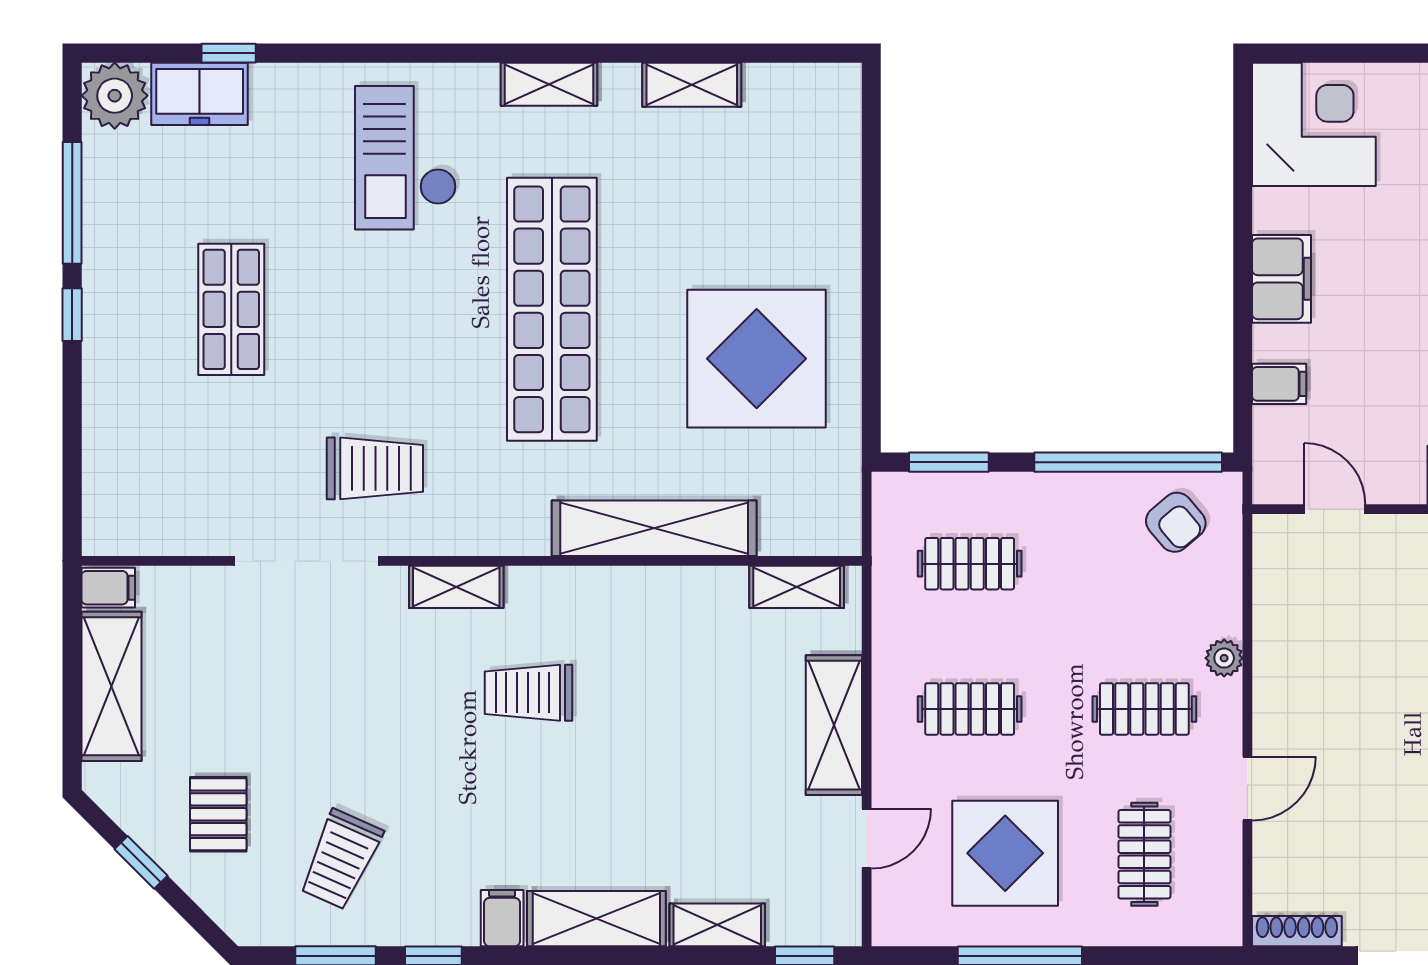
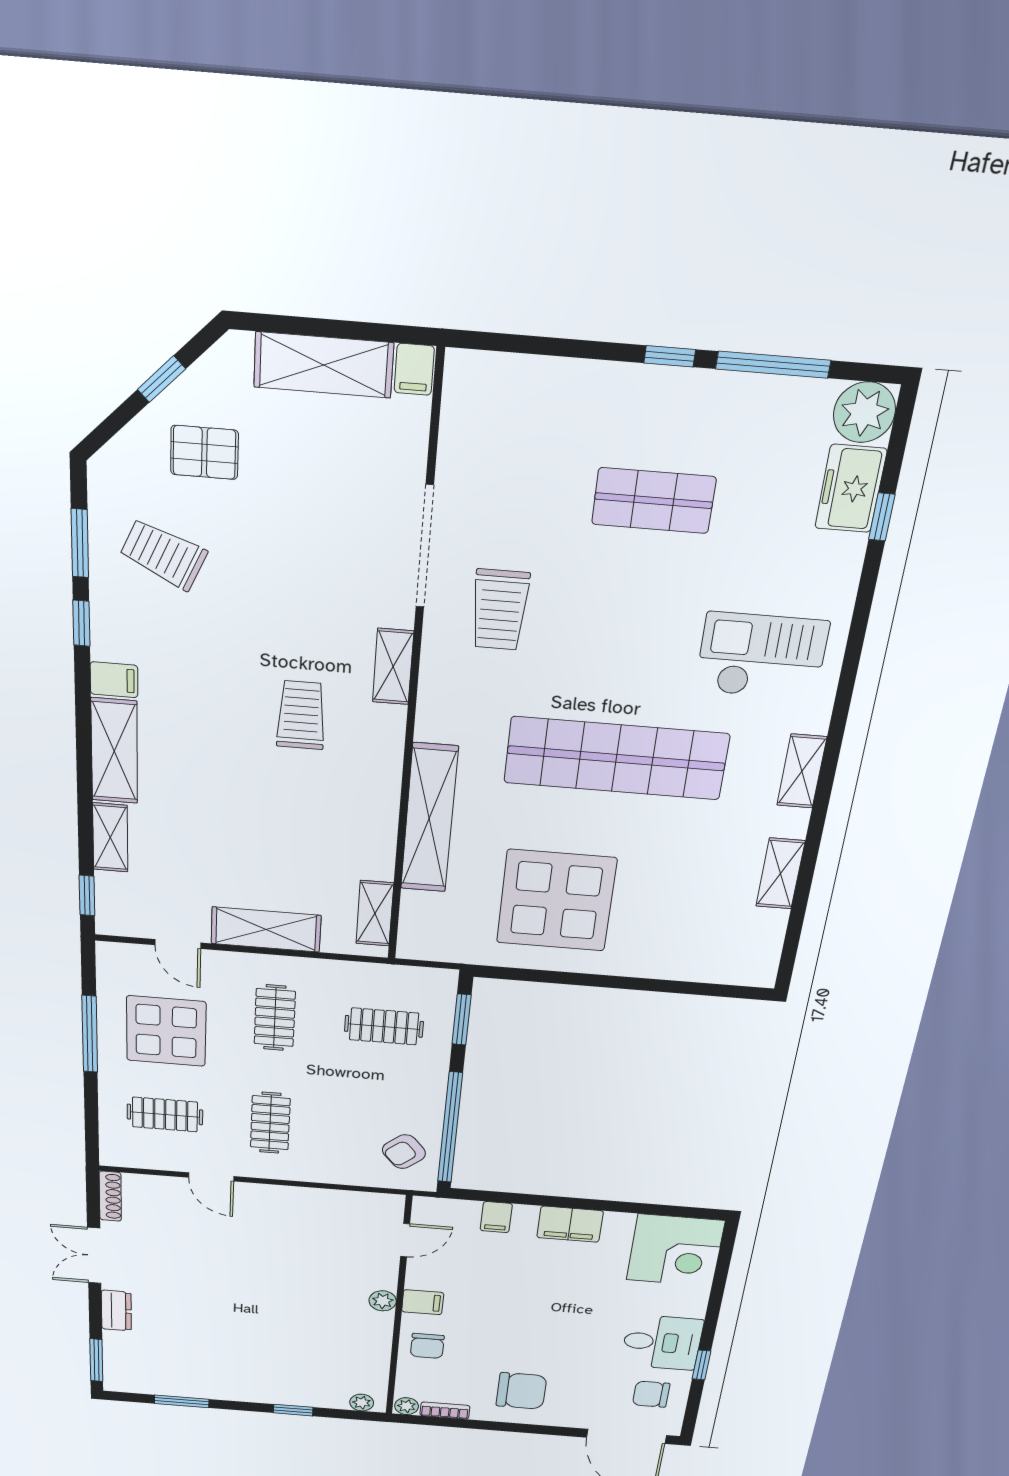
clothes rail: (970, 564) -> (384, 1026), turned 90
plant: (1224, 658) -> (305, 1171), removed

